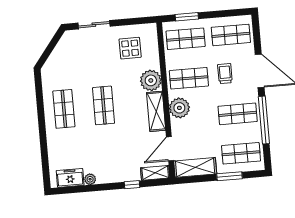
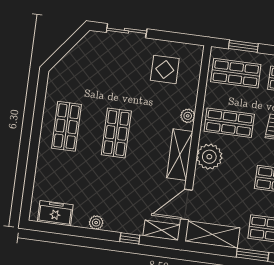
plant: (151, 80) -> (188, 116), width x0.53, depth x0.53
plant: (90, 179) -> (96, 223), moved

